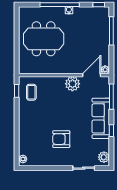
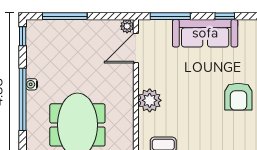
door: (92, 75) -> (136, 48), hinge flipped
plant: (72, 84) -> (150, 100), moved

